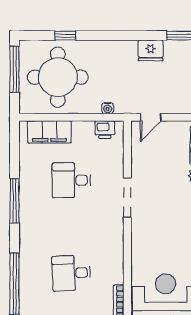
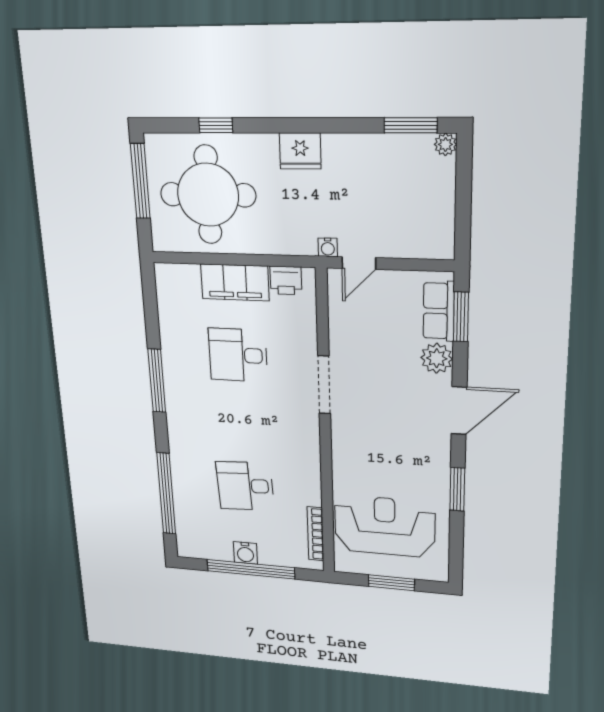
fridge: (151, 50) -> (300, 151), moved
water cooler: (108, 108) -> (328, 247), moved
filing cabinet: (49, 132) -> (235, 282), moved

